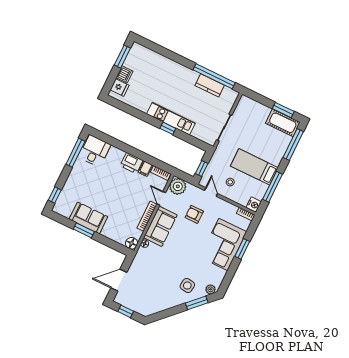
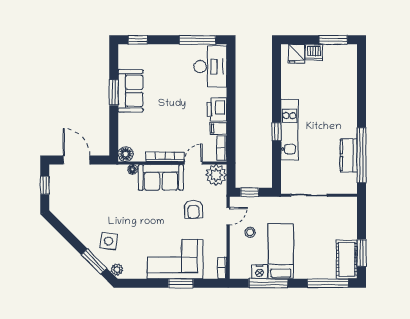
desk: (95, 151) -> (210, 67), width x1.37
nightstand: (254, 205) -> (259, 272), moved
armchair: (194, 214) -> (193, 209), turned 180

